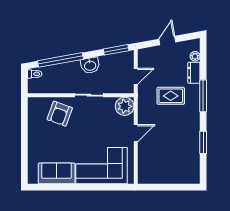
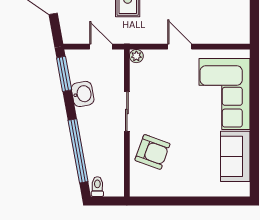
washbasin: (90, 65) -> (83, 94), moved
plant: (125, 106) -> (136, 56), width x0.53, depth x0.53

